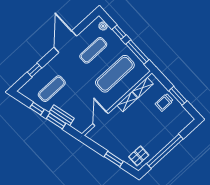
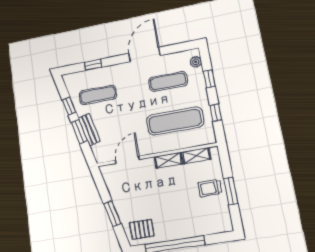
window: (137, 52) -> (216, 113), width x0.46

